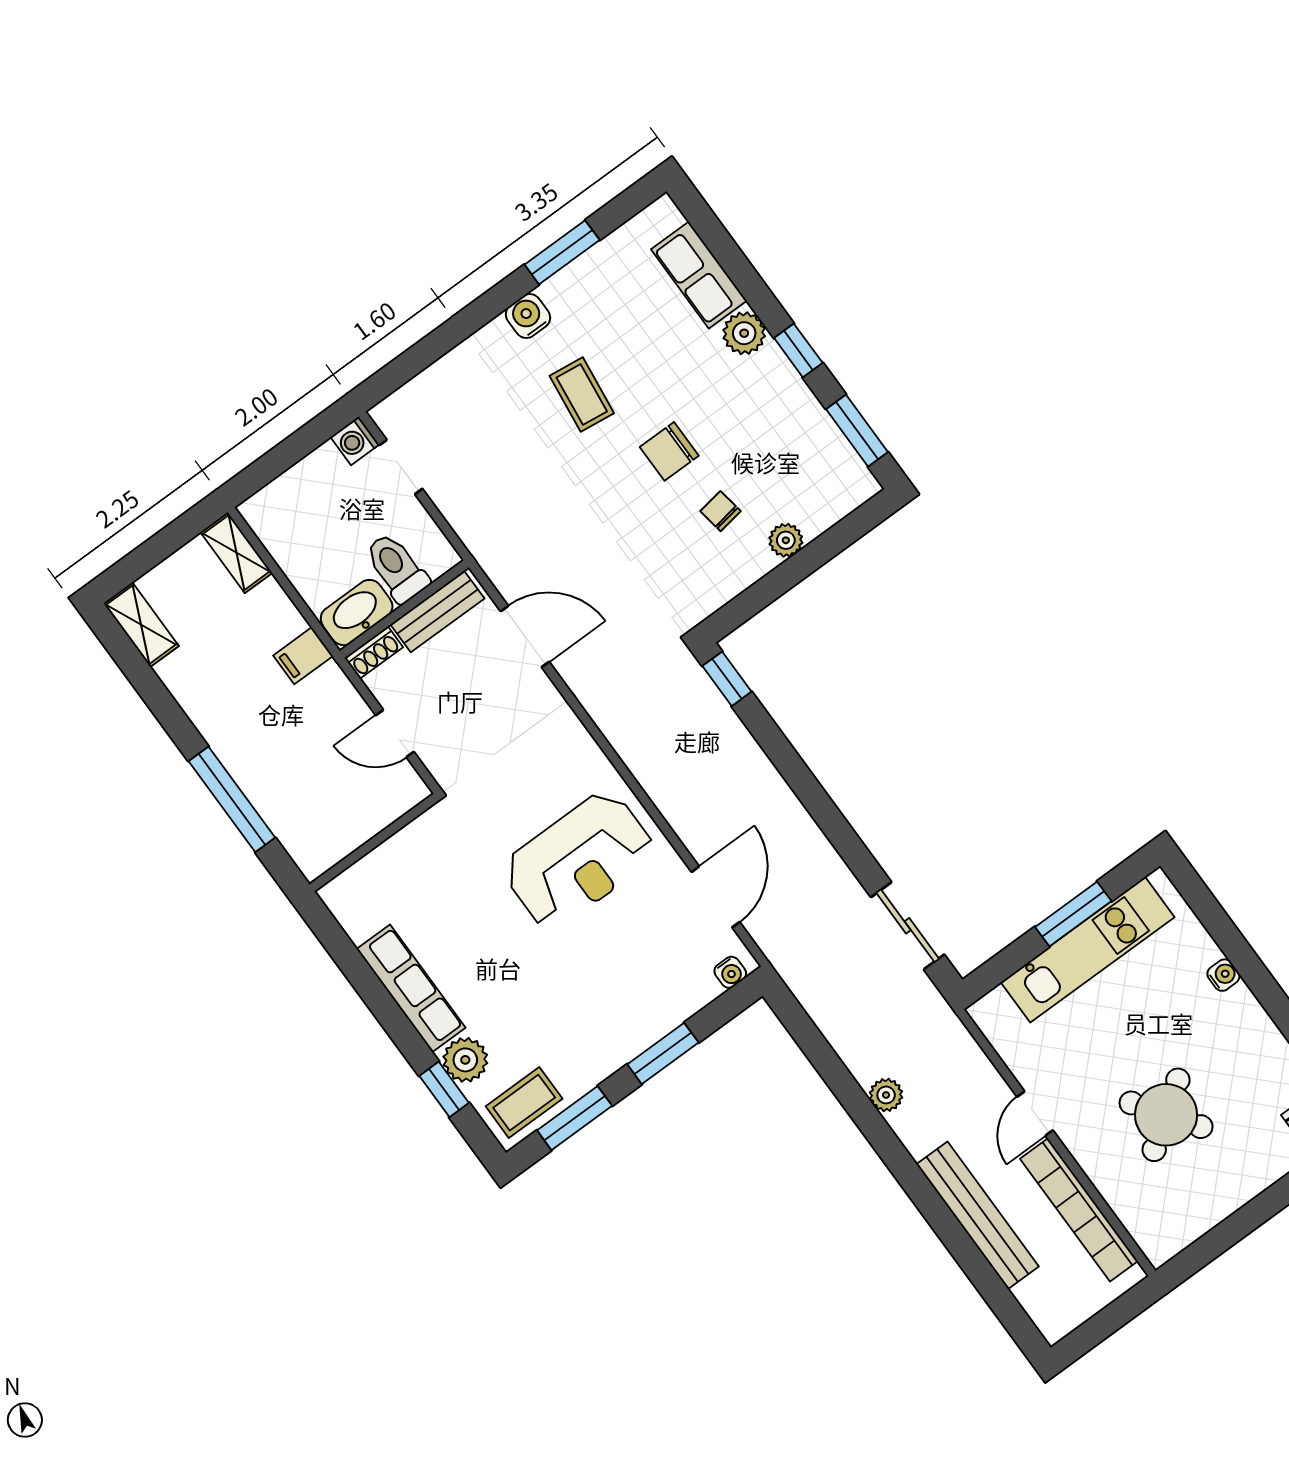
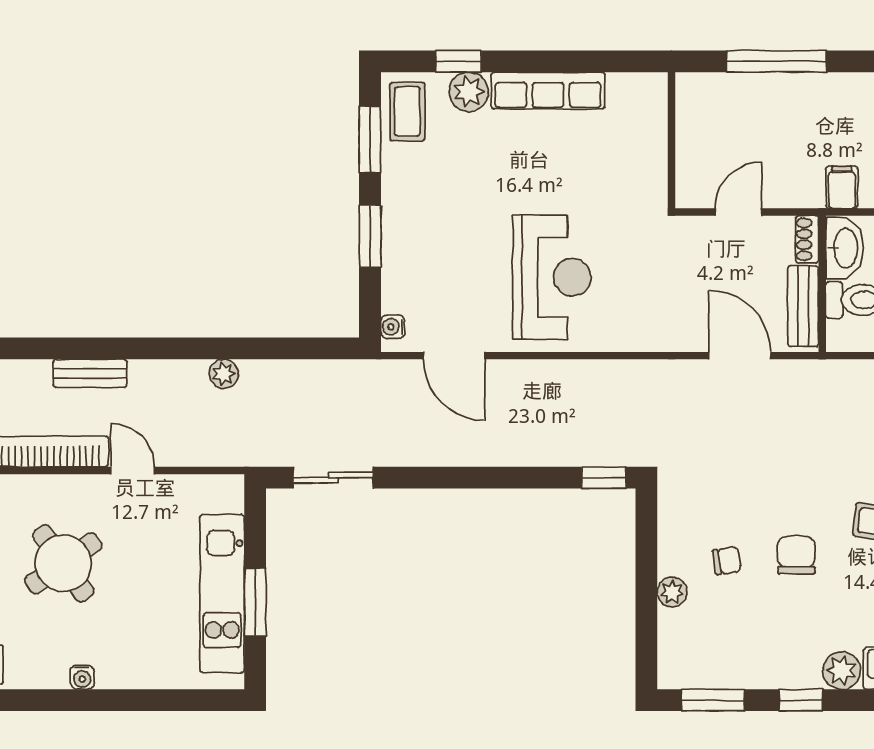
door: (525, 636) -> (740, 356), swing flipped
reception desk: (579, 860) -> (552, 277), turned 180
water cooler: (1223, 975) -> (82, 677), moved
bench: (978, 1215) -> (90, 373), width x0.54, depth x0.82

